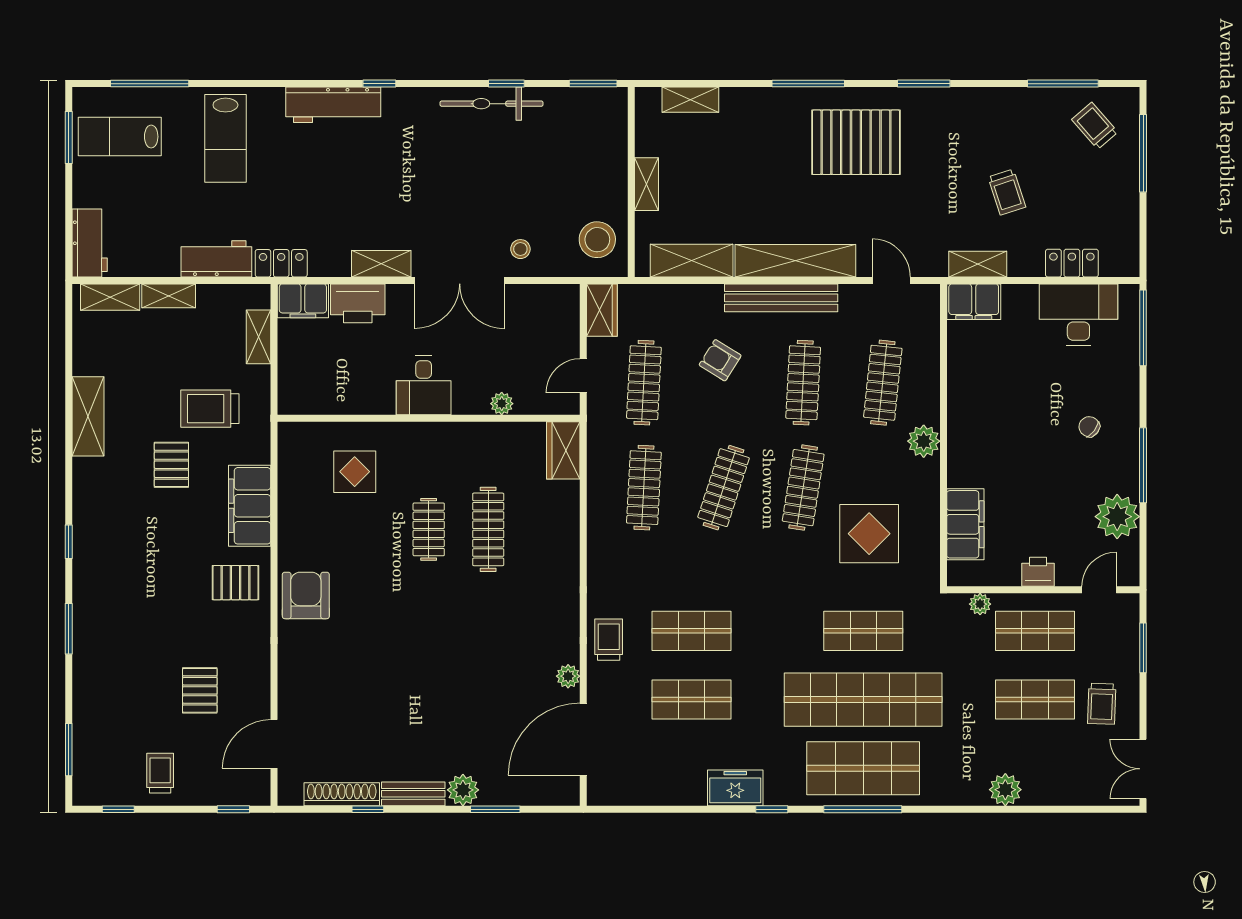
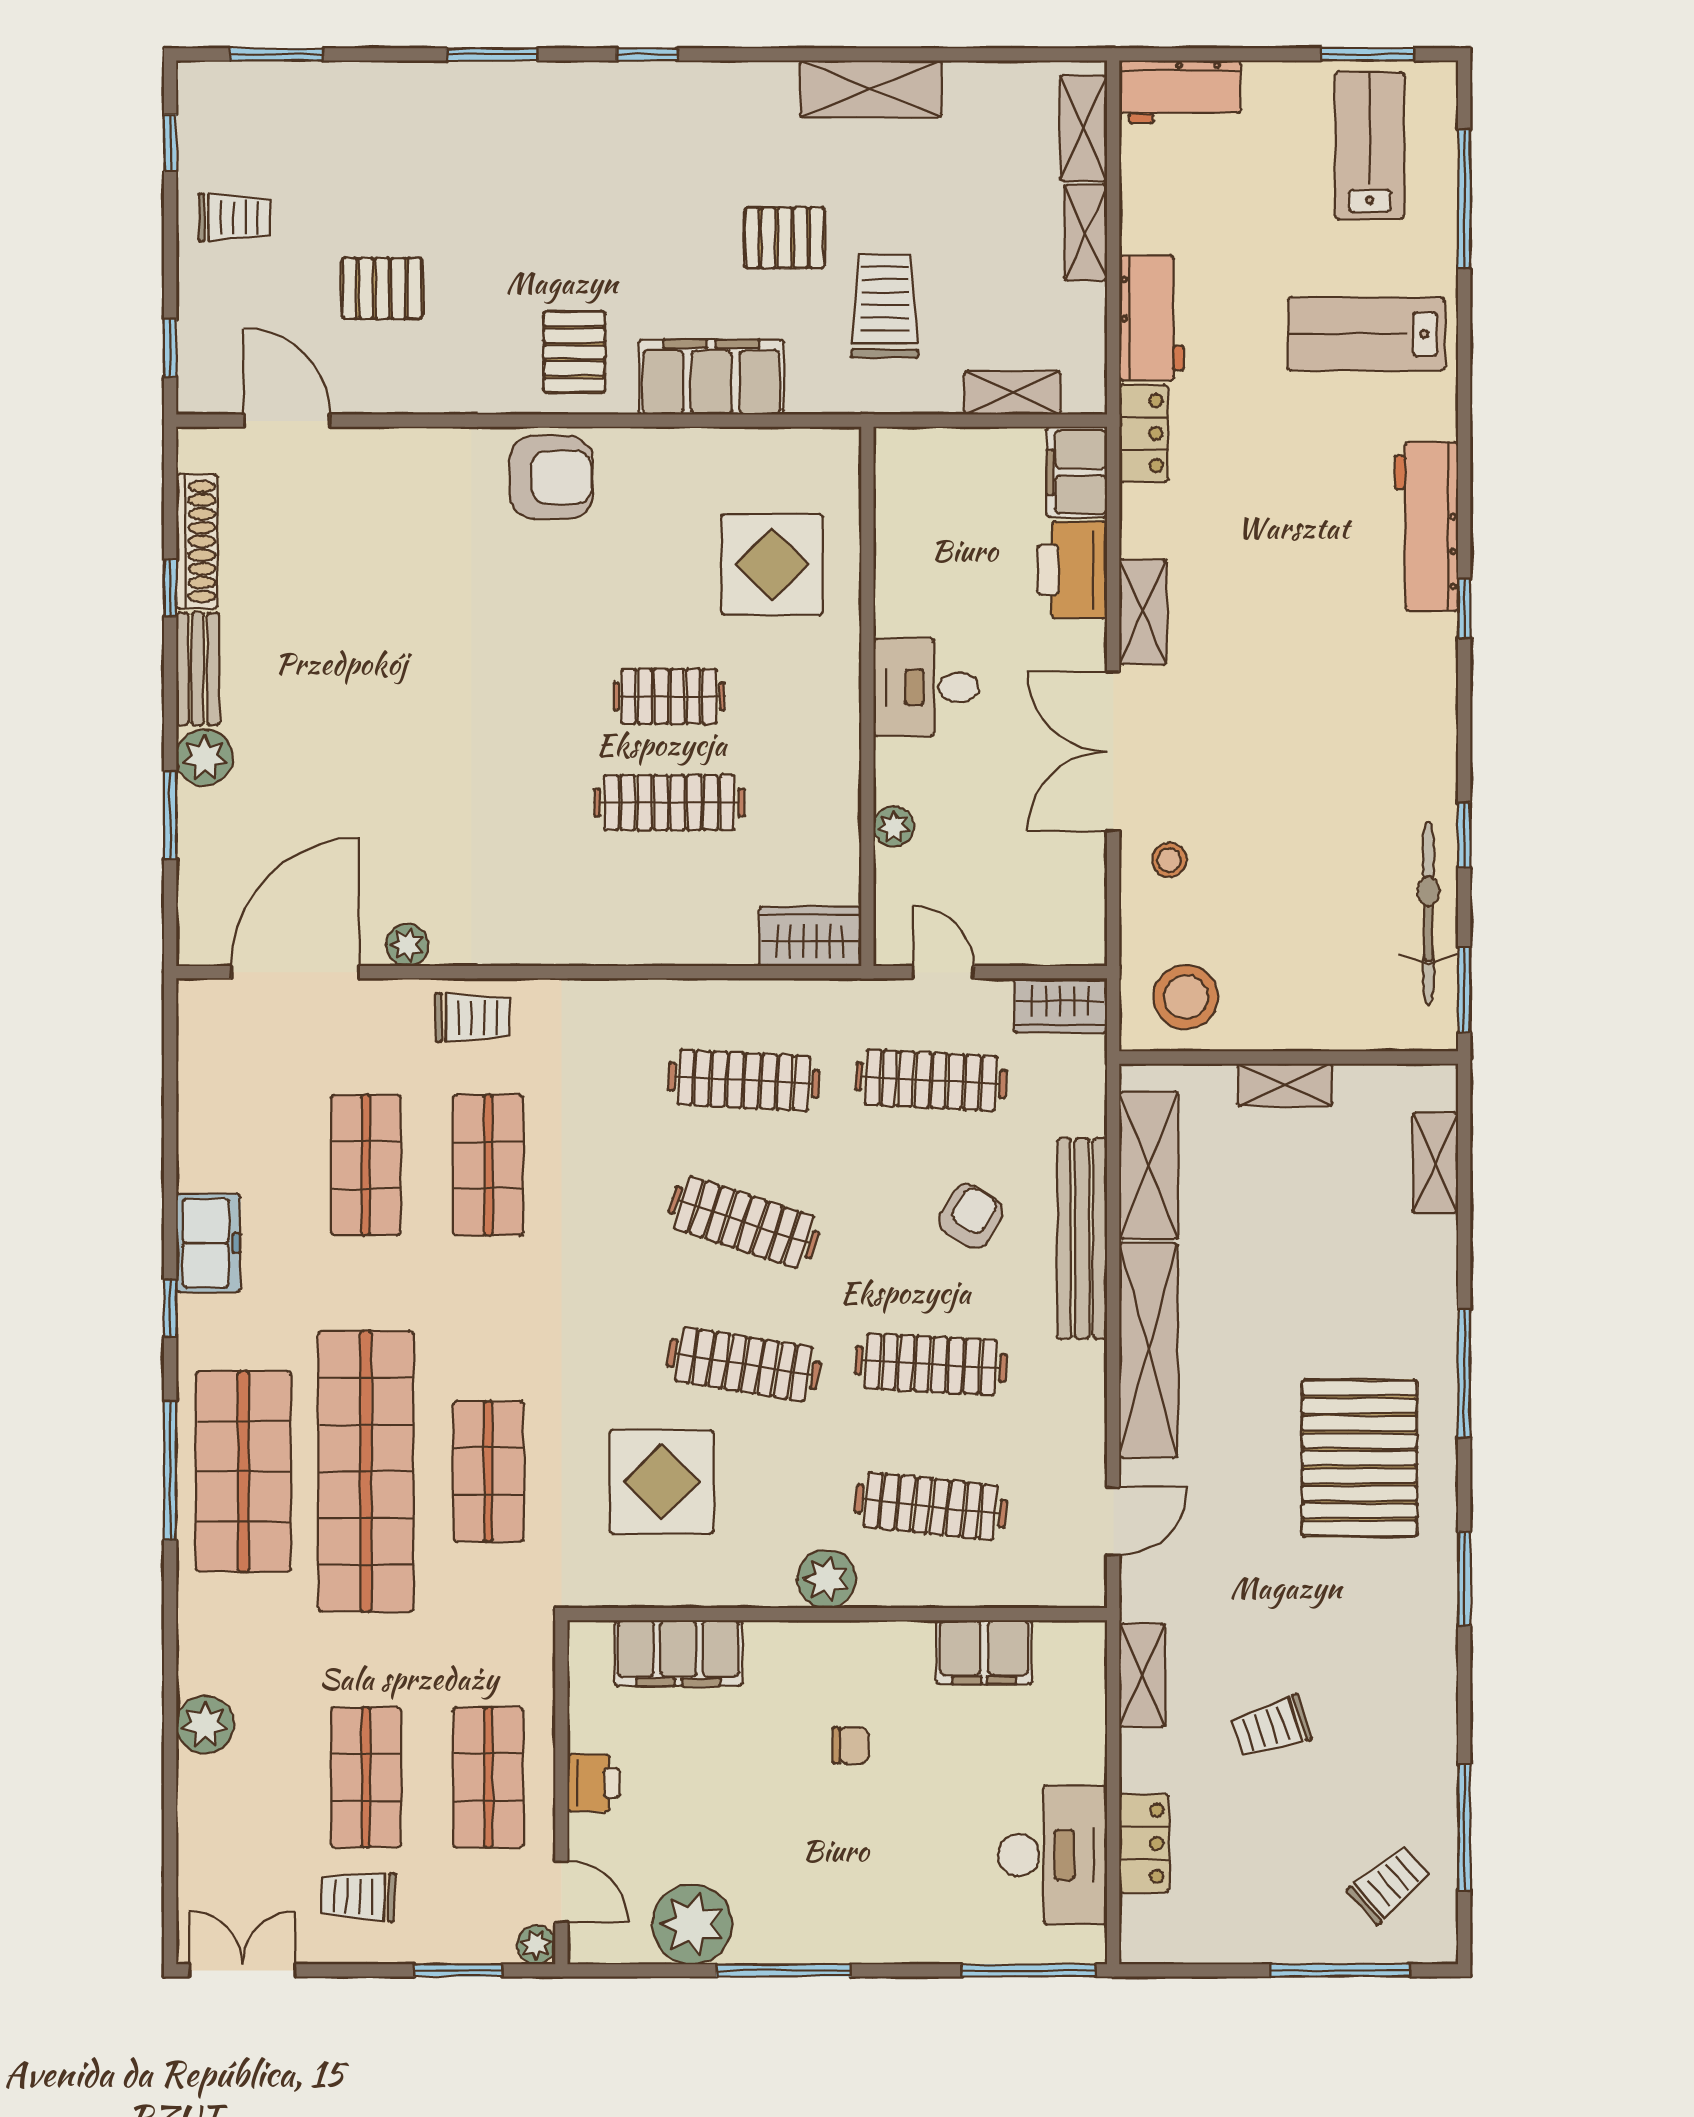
bicycle: (492, 104) -> (1428, 913), moved
bench: (781, 298) -> (1082, 1239), moved
filing cabinet: (974, 302) -> (984, 1652), moved, turned -90
chair: (1089, 427) -> (850, 1745), moved, turned 52
display table: (355, 472) -> (772, 564), width x1.36, depth x1.36
plant: (980, 604) -> (536, 1945), moved
door: (583, 739) -> (295, 972), hinge flipped

